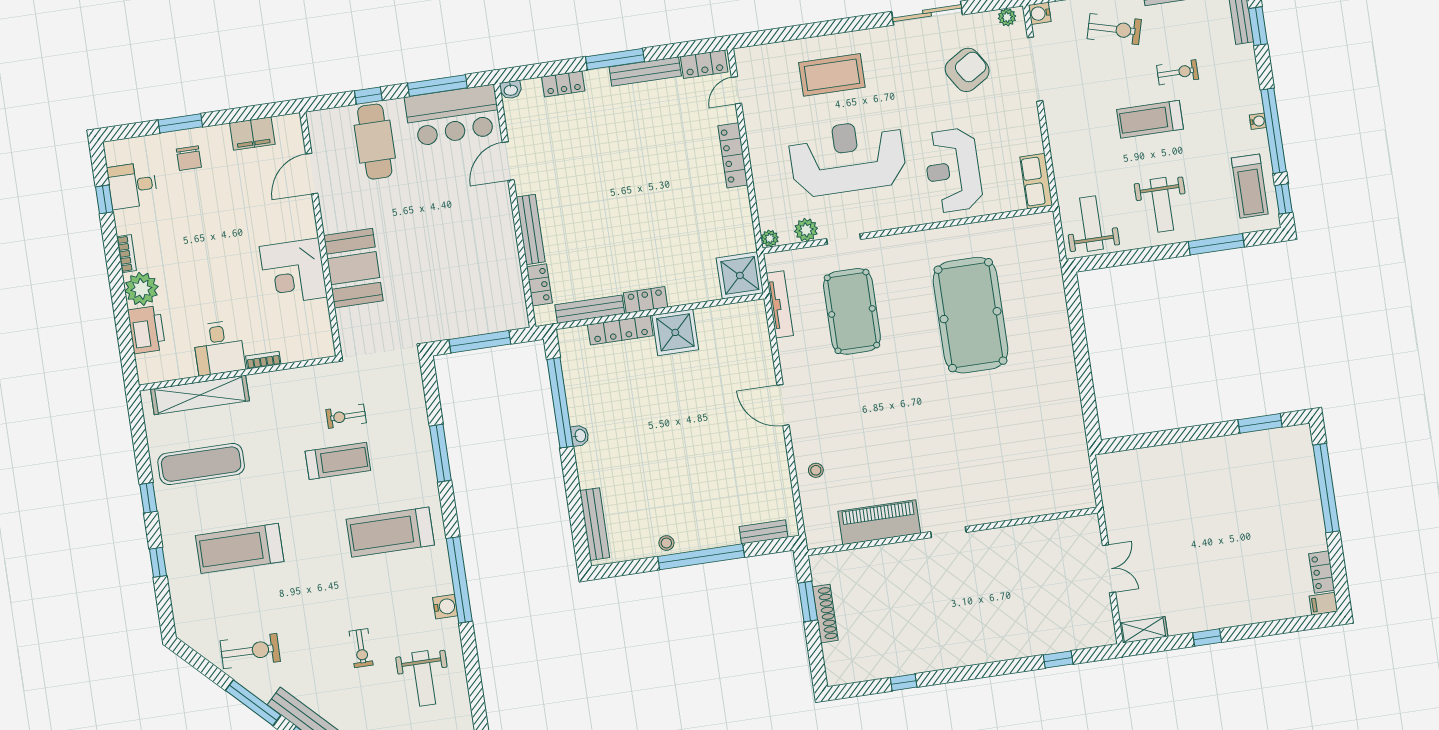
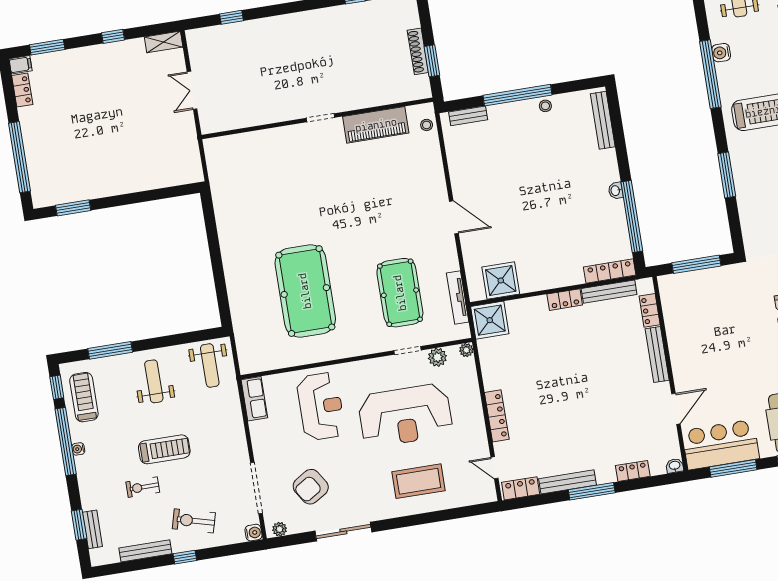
door: (736, 90) -> (495, 468), swing flipped
locker: (620, 330) -> (610, 271), moved
shower: (675, 332) -> (501, 280), moved
stool: (816, 470) -> (427, 125), moved
window: (1290, 625) -> (47, 47), added

